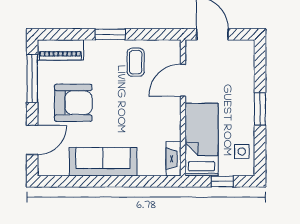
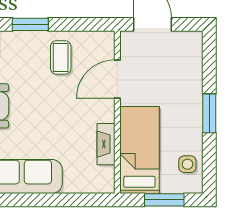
fireplace: (173, 159) -> (106, 144), moved
window: (222, 181) -> (164, 200), width x1.50

